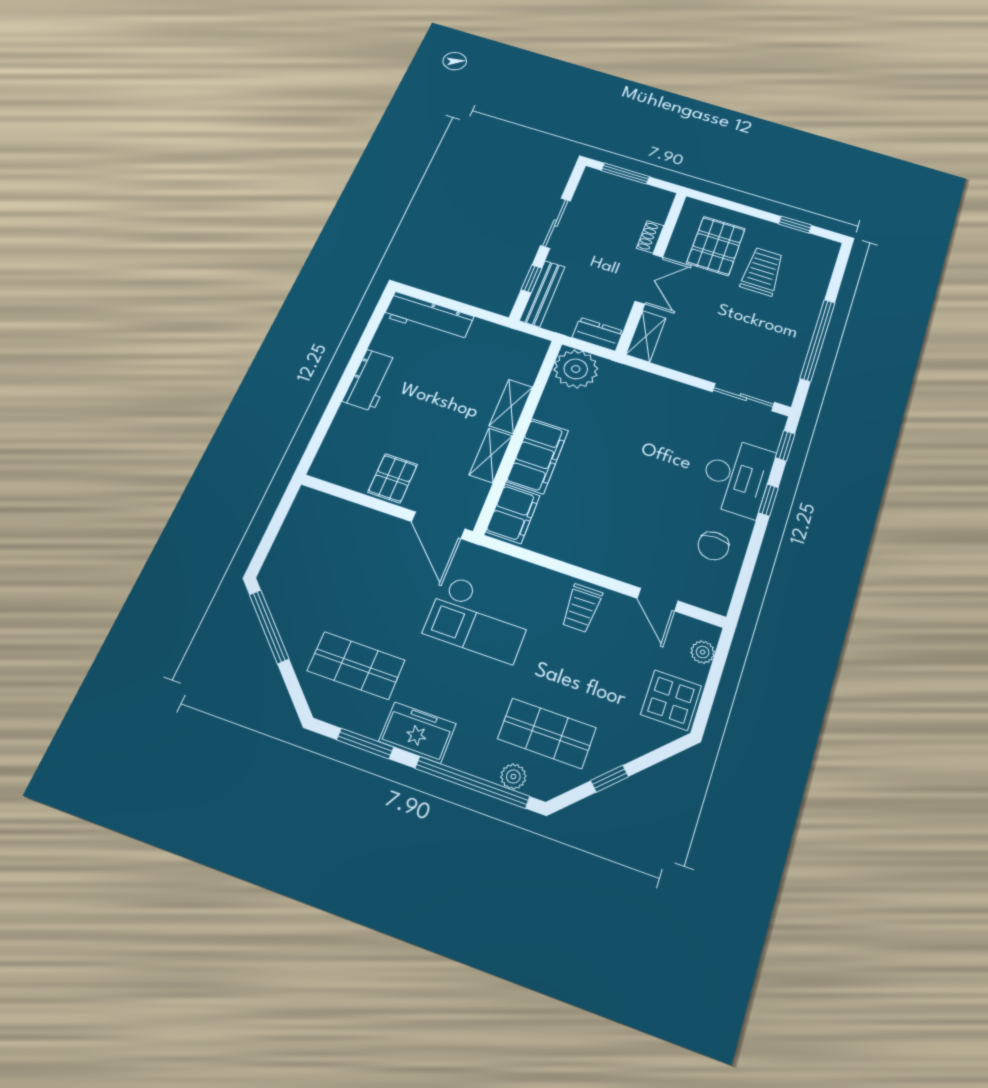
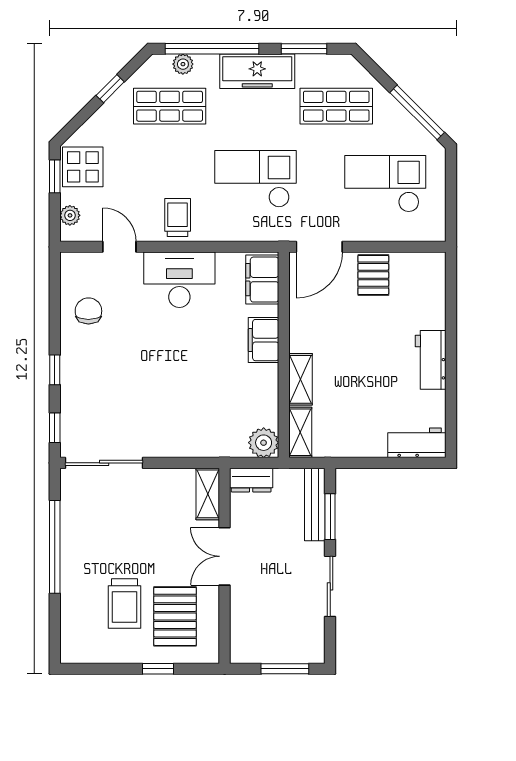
window: (795, 225) -> (158, 669), moved
shoe rack: (650, 237) -> (238, 604), removed
window: (531, 279) -> (330, 517), width x1.50
workbench: (429, 316) -> (417, 443), width x0.73
plant: (576, 369) -> (264, 443), width x0.73, depth x0.73
sliding door: (743, 397) -> (104, 463), width x1.37
shelving: (491, 455) -> (300, 432), moved
filing cabinet: (537, 456) -> (264, 340), width x0.67, depth x0.86
desk: (737, 477) -> (179, 280), moved, turned 90
door: (438, 525) -> (319, 247), swing flipped
checkout: (339, 564) -> (385, 184), added
window: (707, 701) -> (55, 176), added
freezer: (417, 733) -> (257, 71), width x1.40

